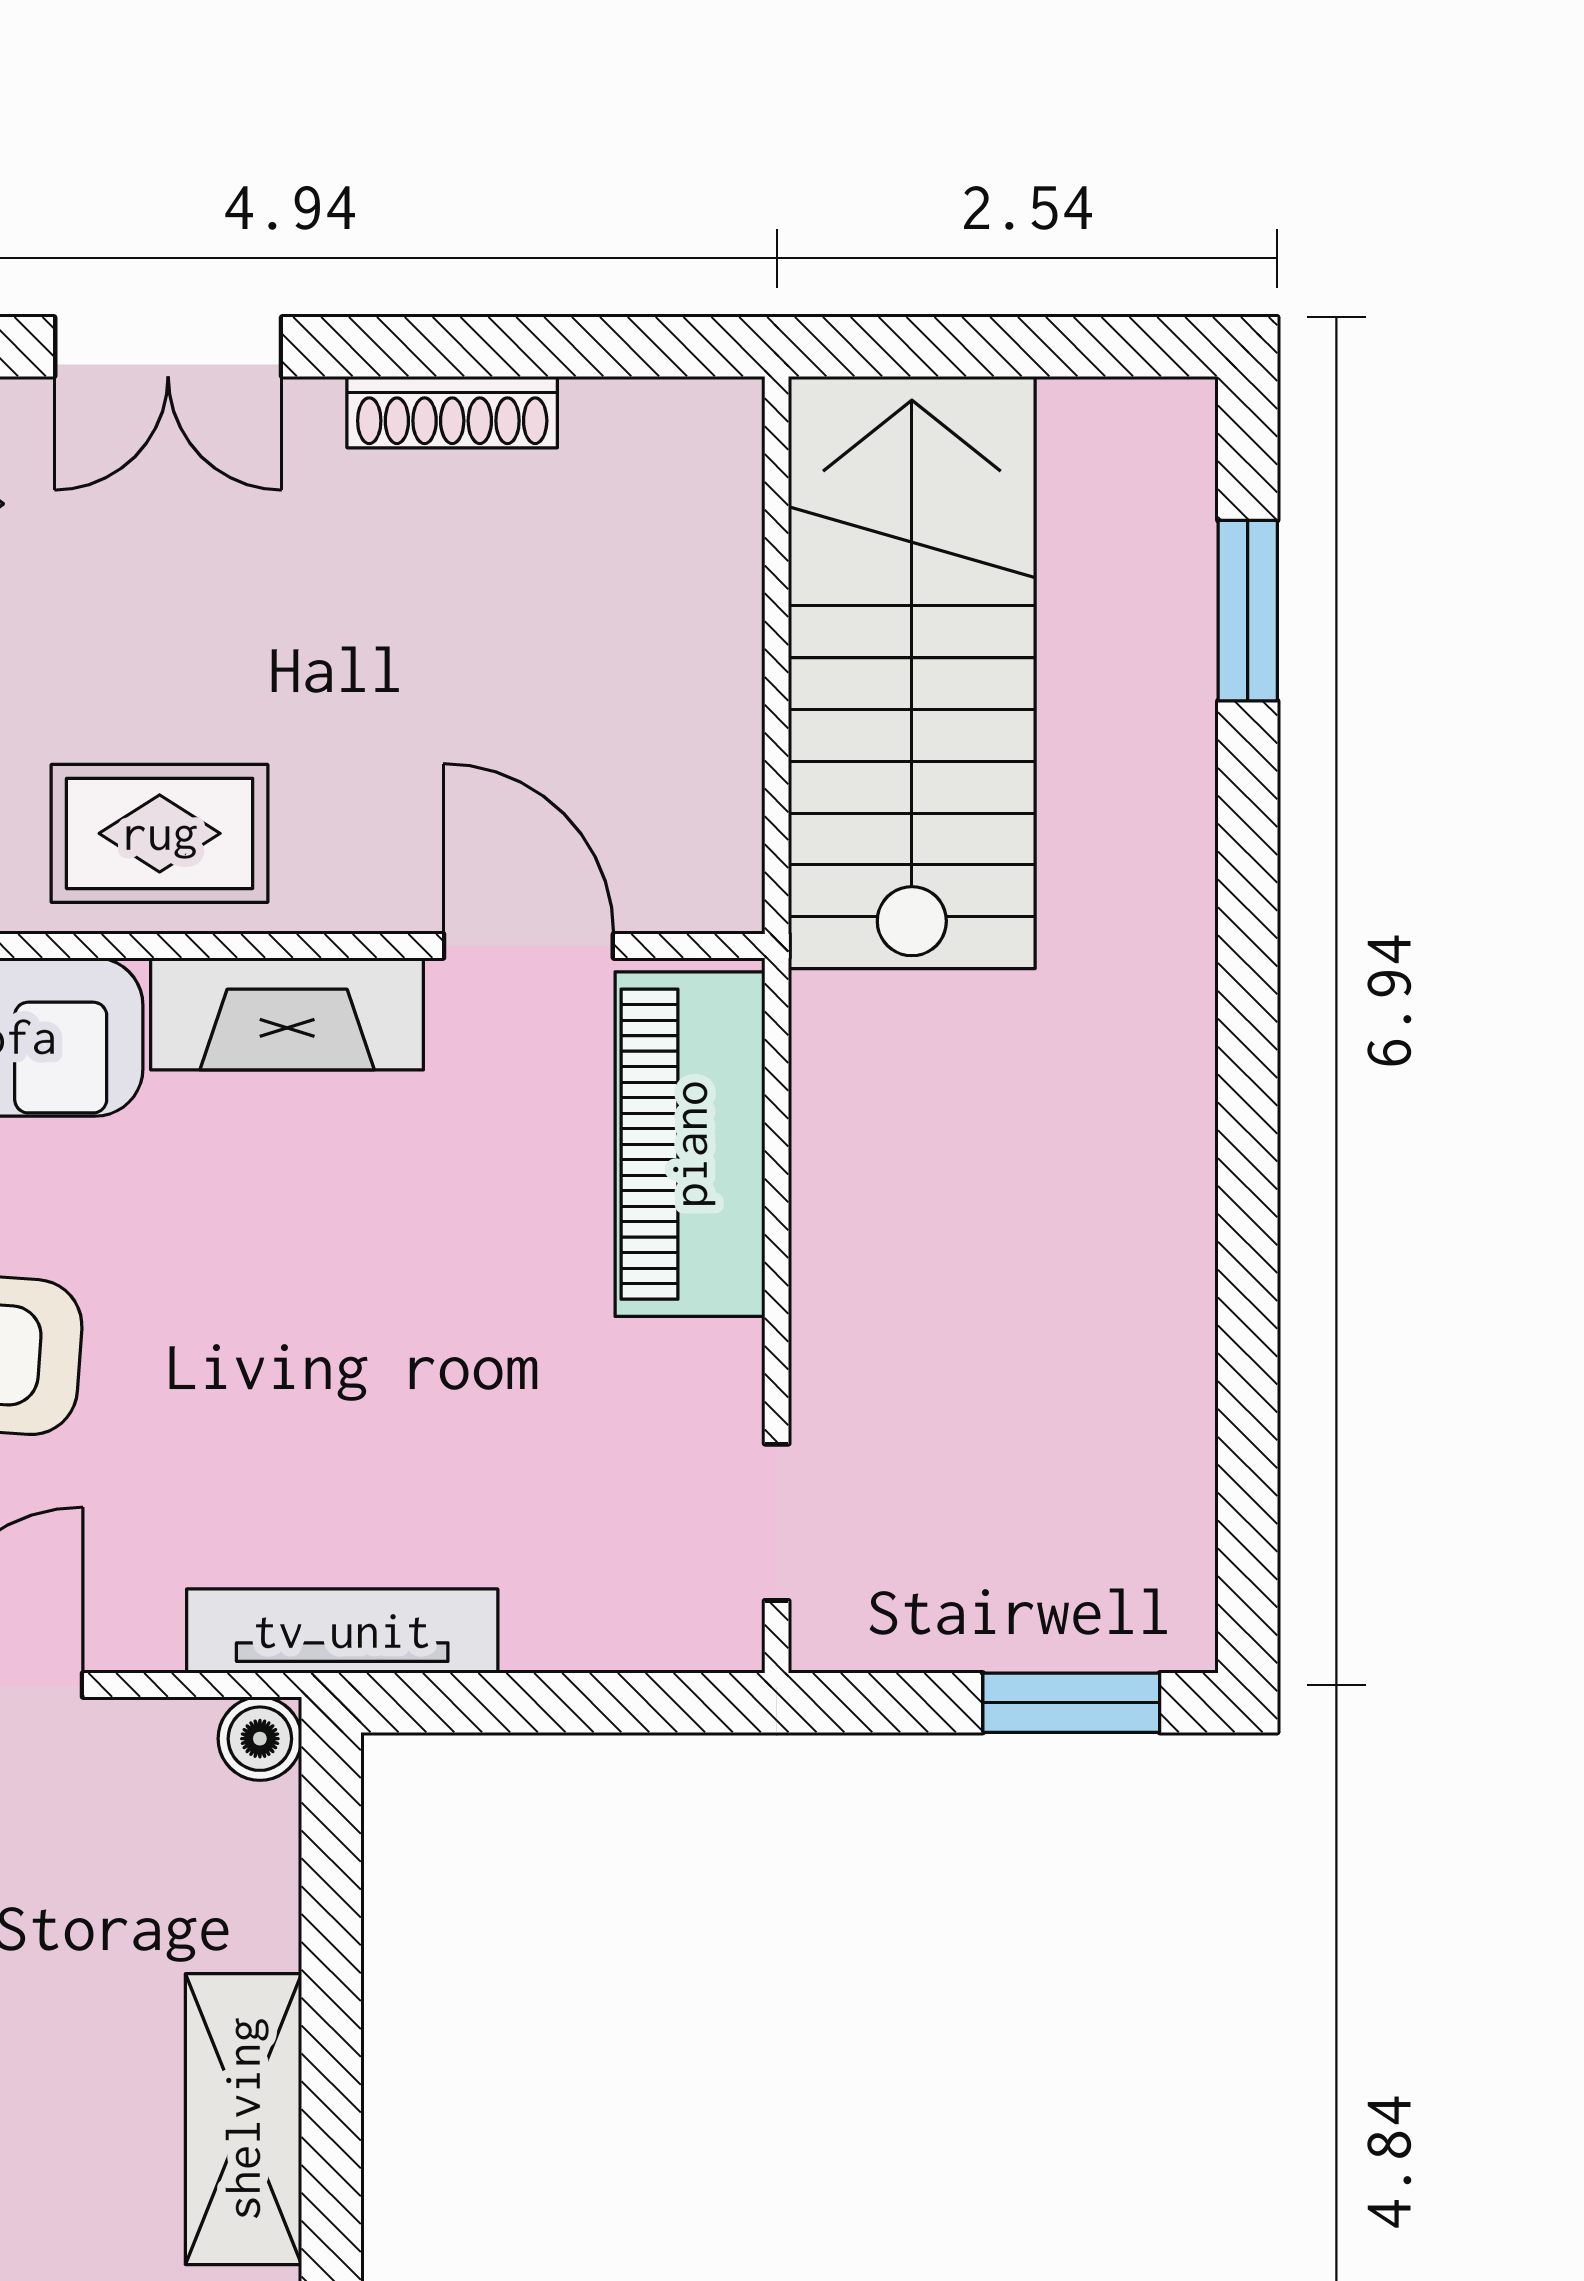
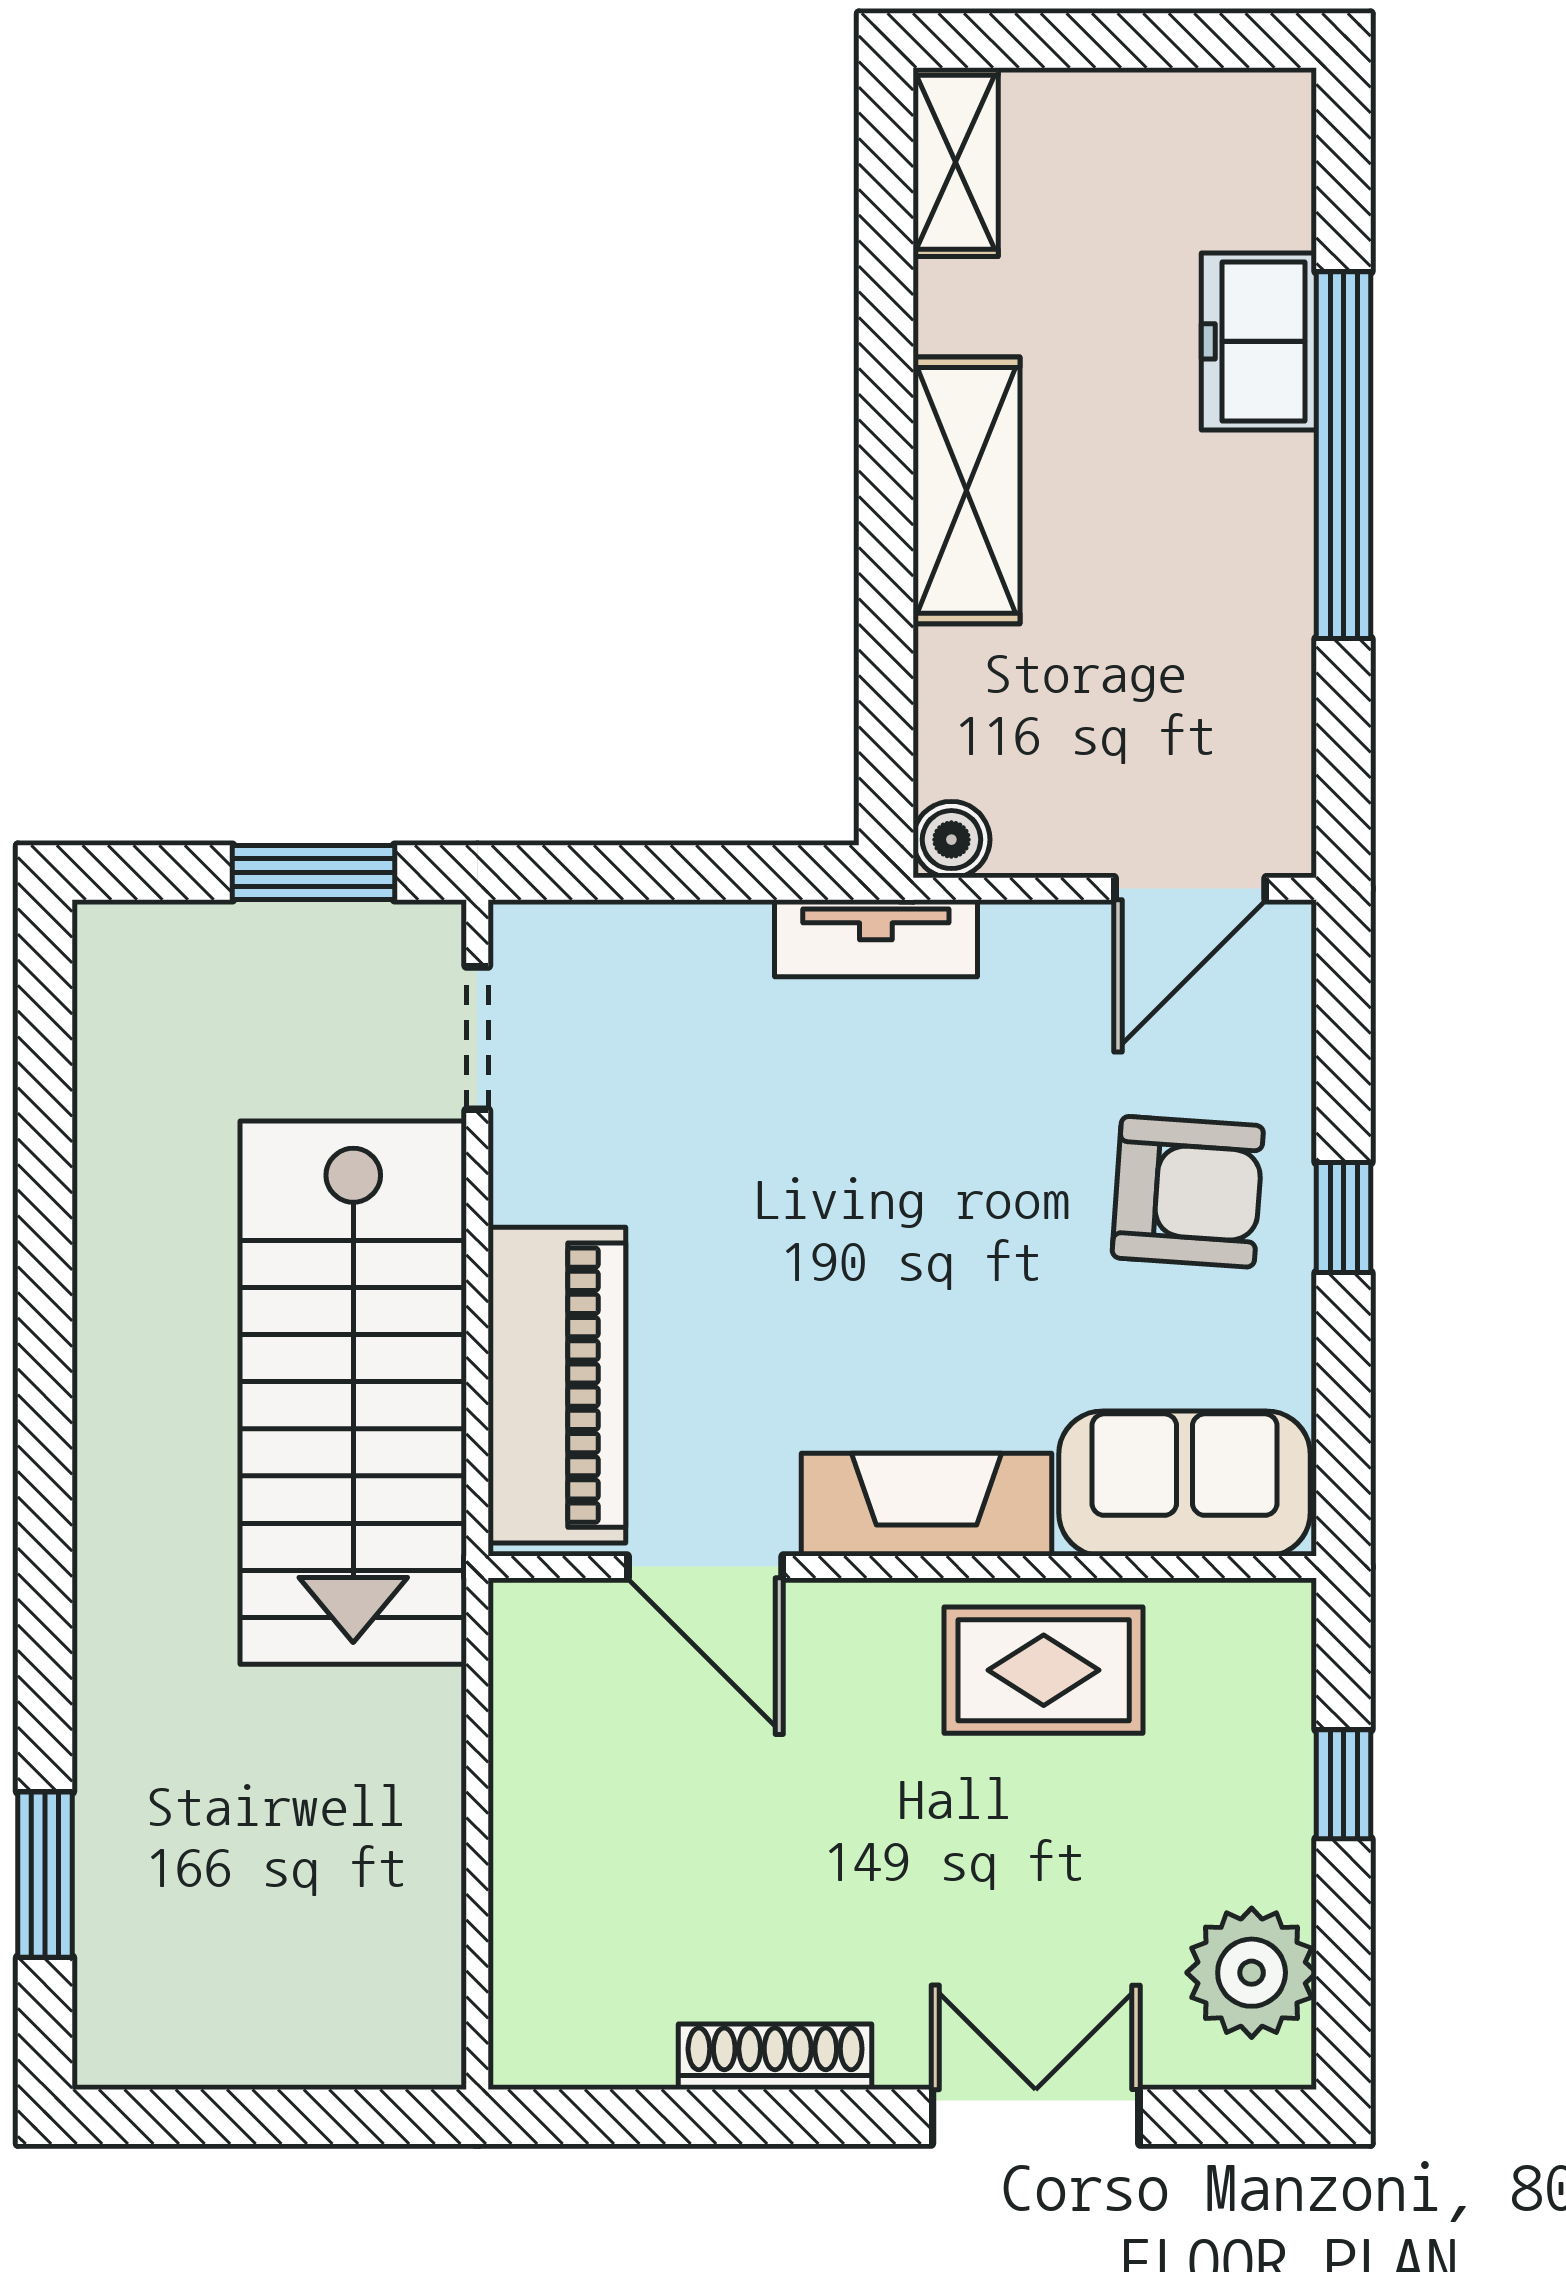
stairs: (912, 672) -> (353, 1393), moved
tv unit: (342, 1631) -> (876, 938), width x0.71
window: (1071, 1703) -> (313, 872), moved

